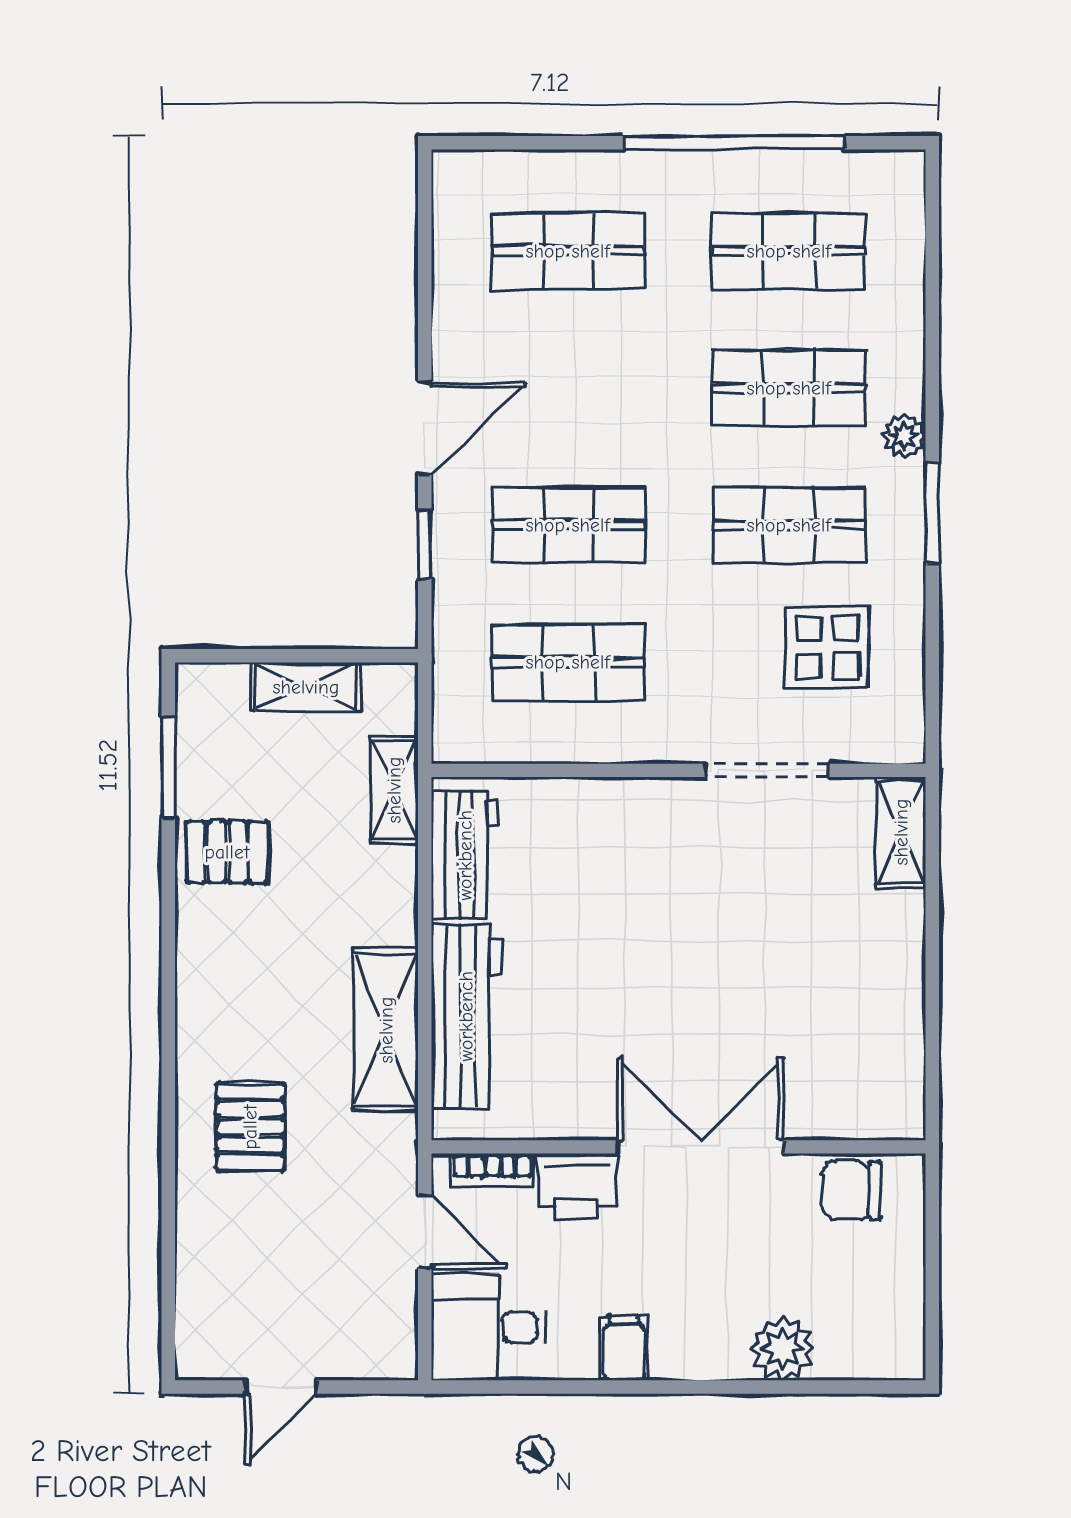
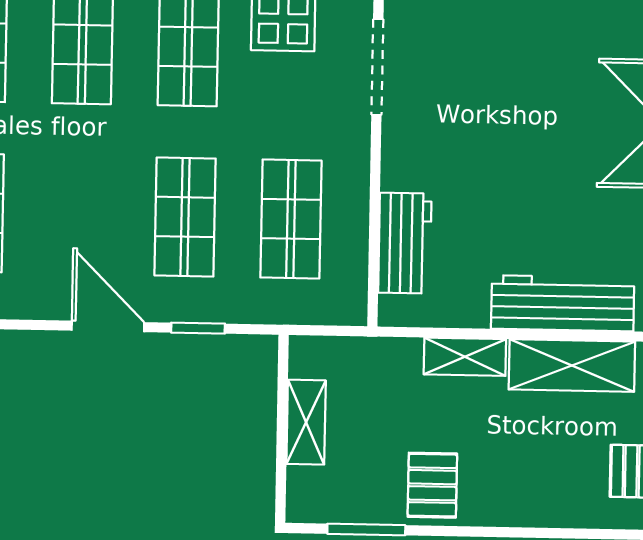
shelving: (394, 790) -> (465, 357), moved
workbench: (465, 855) -> (405, 243), moved, turned 90

